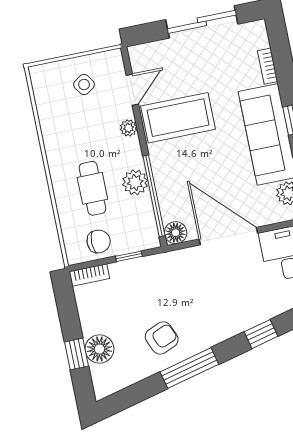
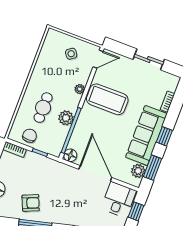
sliding door: (202, 22) -> (149, 59), width x0.73
door: (132, 90) -> (98, 59), moved
chair: (99, 241) -> (30, 136), turned -90

